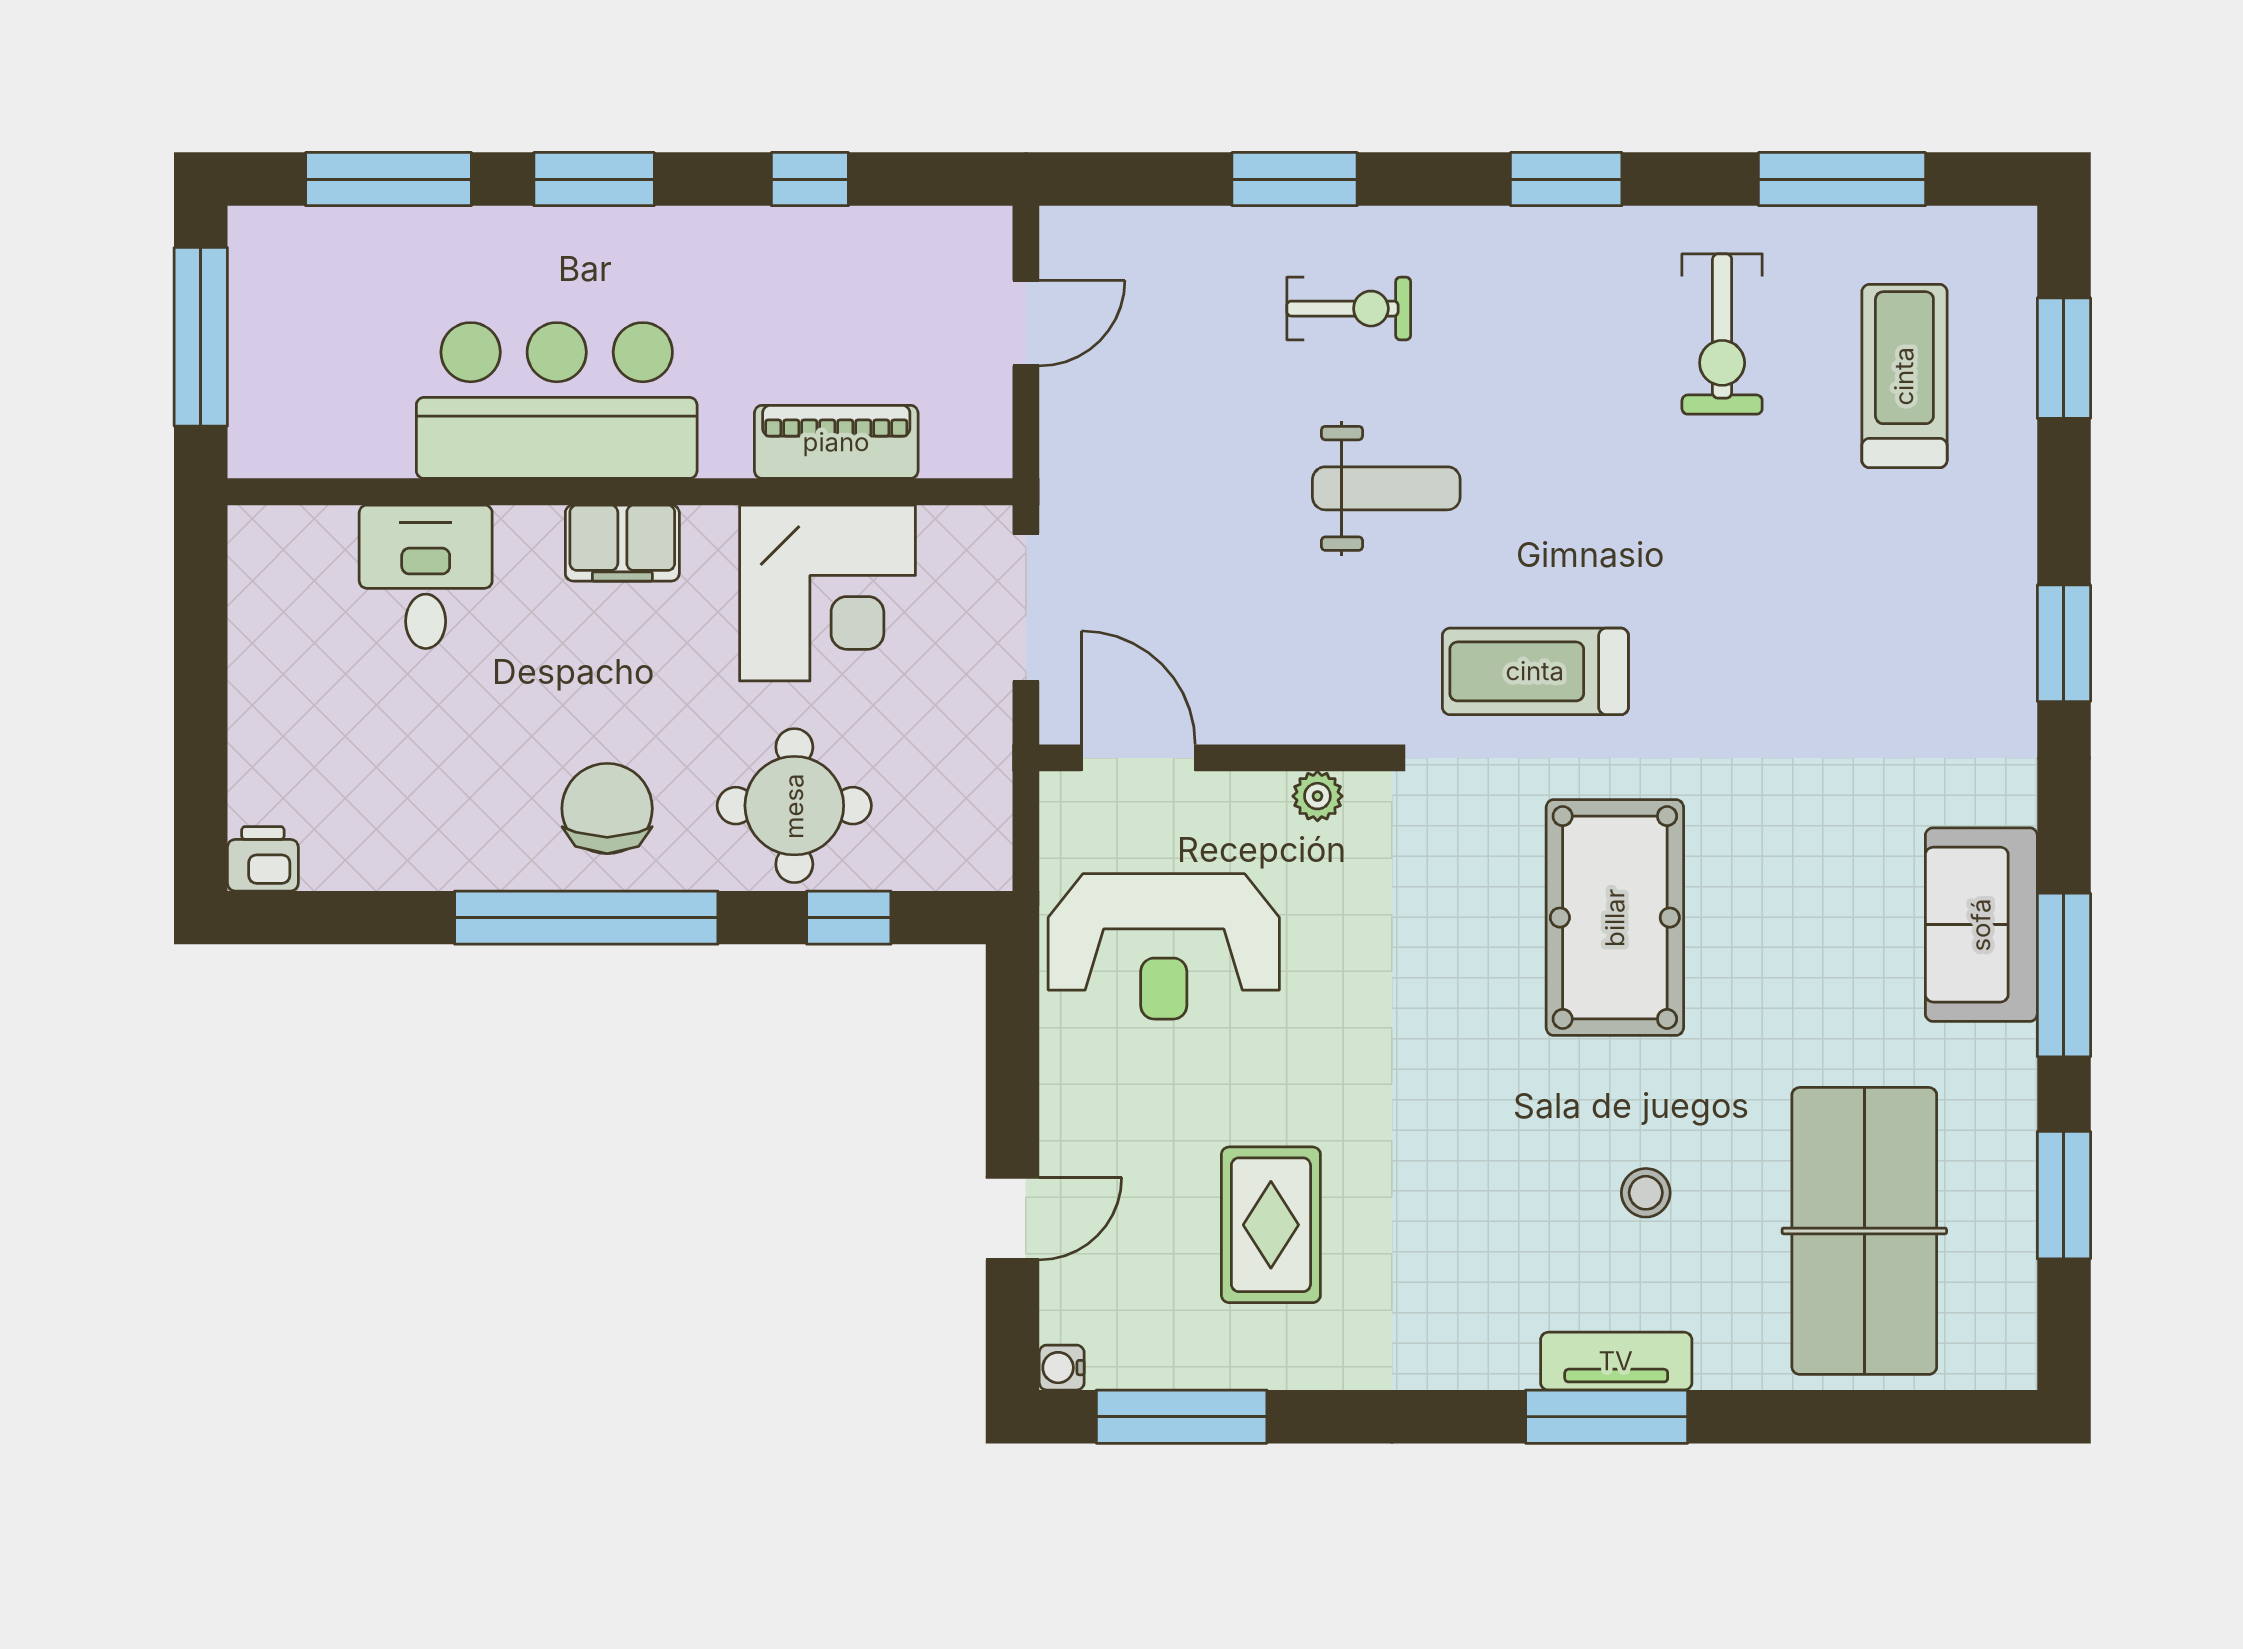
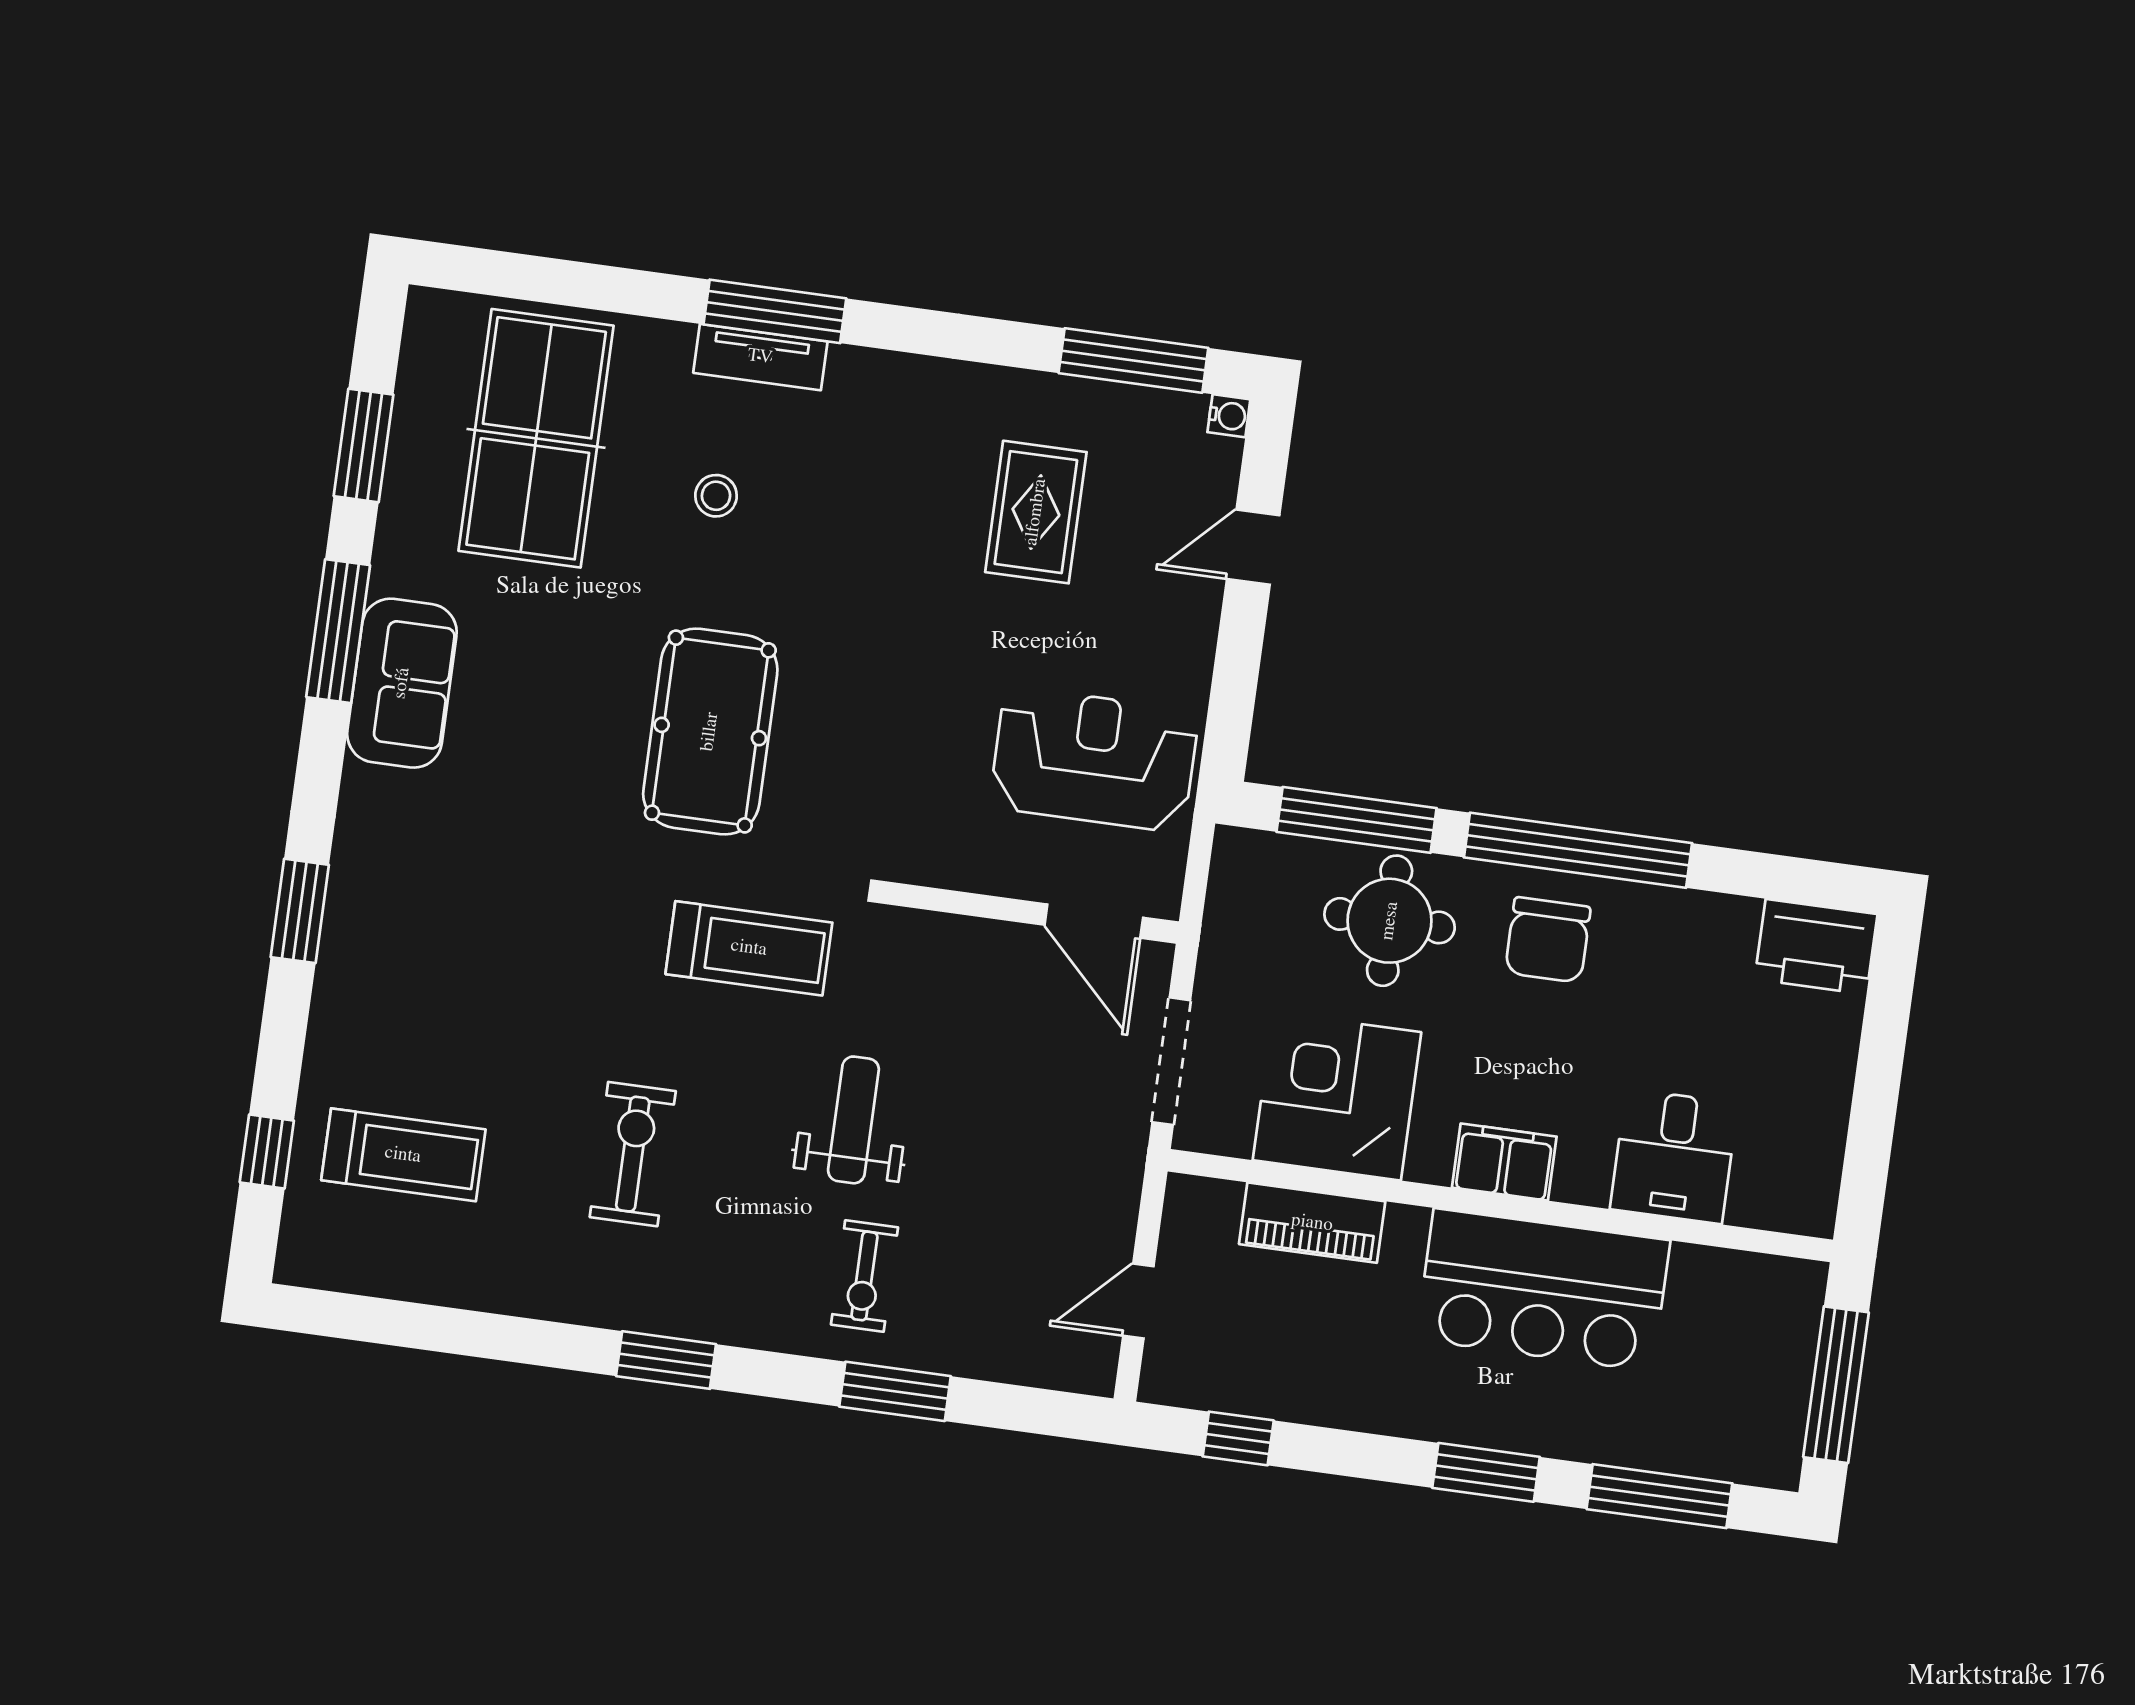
window: (810, 179) -> (1238, 1438), moved
window: (1842, 179) -> (433, 1328), removed
exercise bike: (1349, 309) -> (864, 1276), turned -90
exercise bike: (1722, 334) -> (633, 1154), moved
window: (2064, 358) -> (267, 1152), width x0.67
treadmill: (1904, 376) -> (403, 1155), turned -90
weight bench: (1386, 488) -> (853, 1120), turned 90
plant: (1317, 796) -> (947, 868), removed
printer: (263, 859) -> (1816, 947), width x1.87, depth x1.48
window: (849, 918) -> (1357, 820), width x2.17

